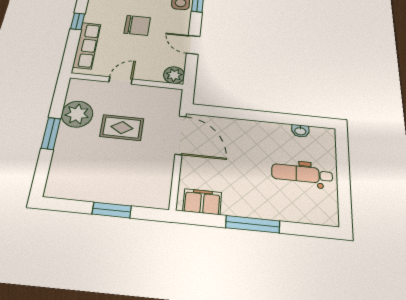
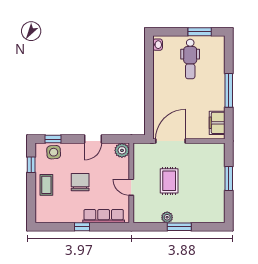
plant: (77, 114) -> (167, 217), width x0.53, depth x0.53
washbasin: (300, 131) -> (158, 45), moved
window: (344, 191) -> (200, 32), added

